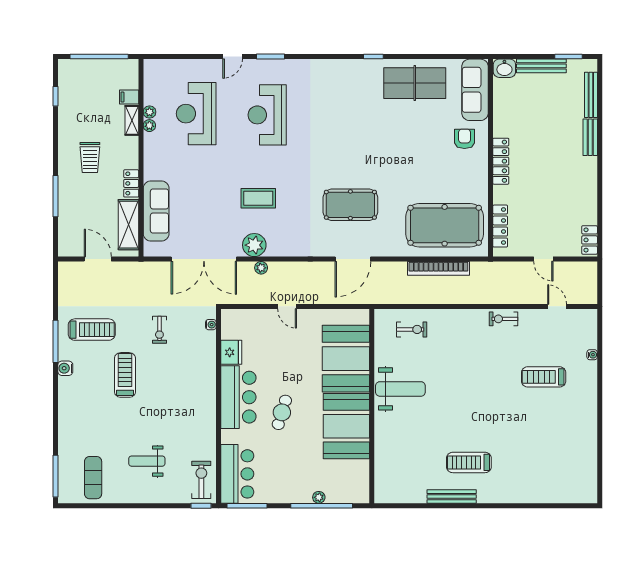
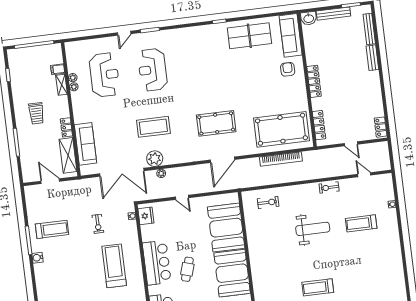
reception desk: (196, 114) -> (104, 75), turned 180
coffee table: (258, 198) -> (153, 127), width x1.36, depth x1.32
fridge: (231, 352) -> (146, 216), moved
treadmill: (125, 375) -> (114, 266), moved, width x1.37, depth x1.38
weight bench: (400, 389) -> (313, 229), moved

